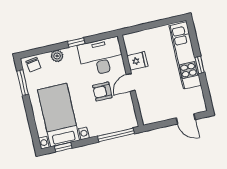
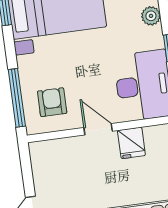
armchair: (102, 91) -> (52, 102), moved

